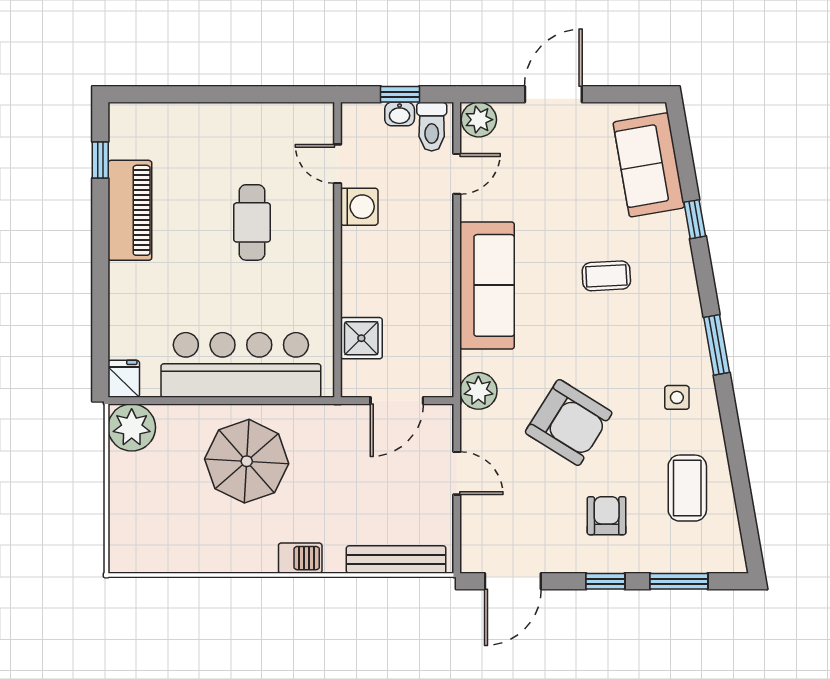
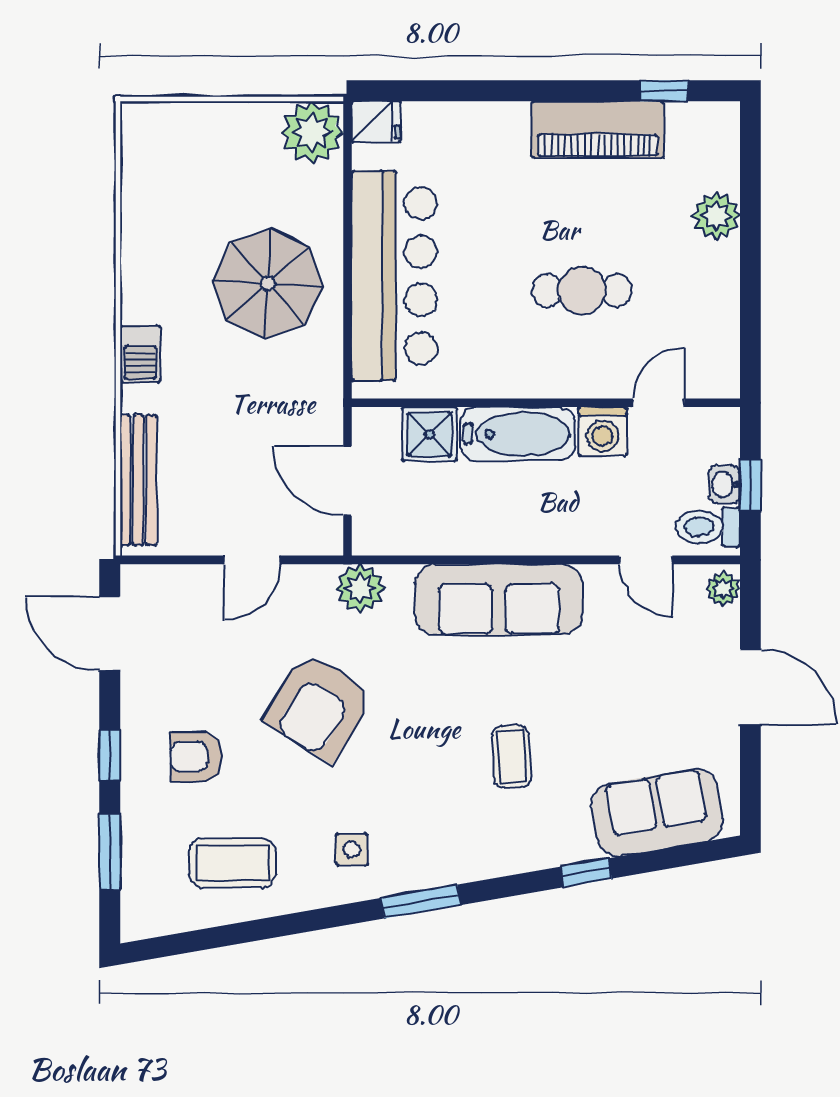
plant: (195, 120) -> (716, 216), added
plant: (479, 120) -> (723, 589), width x0.73, depth x0.73
bathtub: (361, 271) -> (517, 434), added
armchair: (607, 516) -> (196, 757), turned 180

